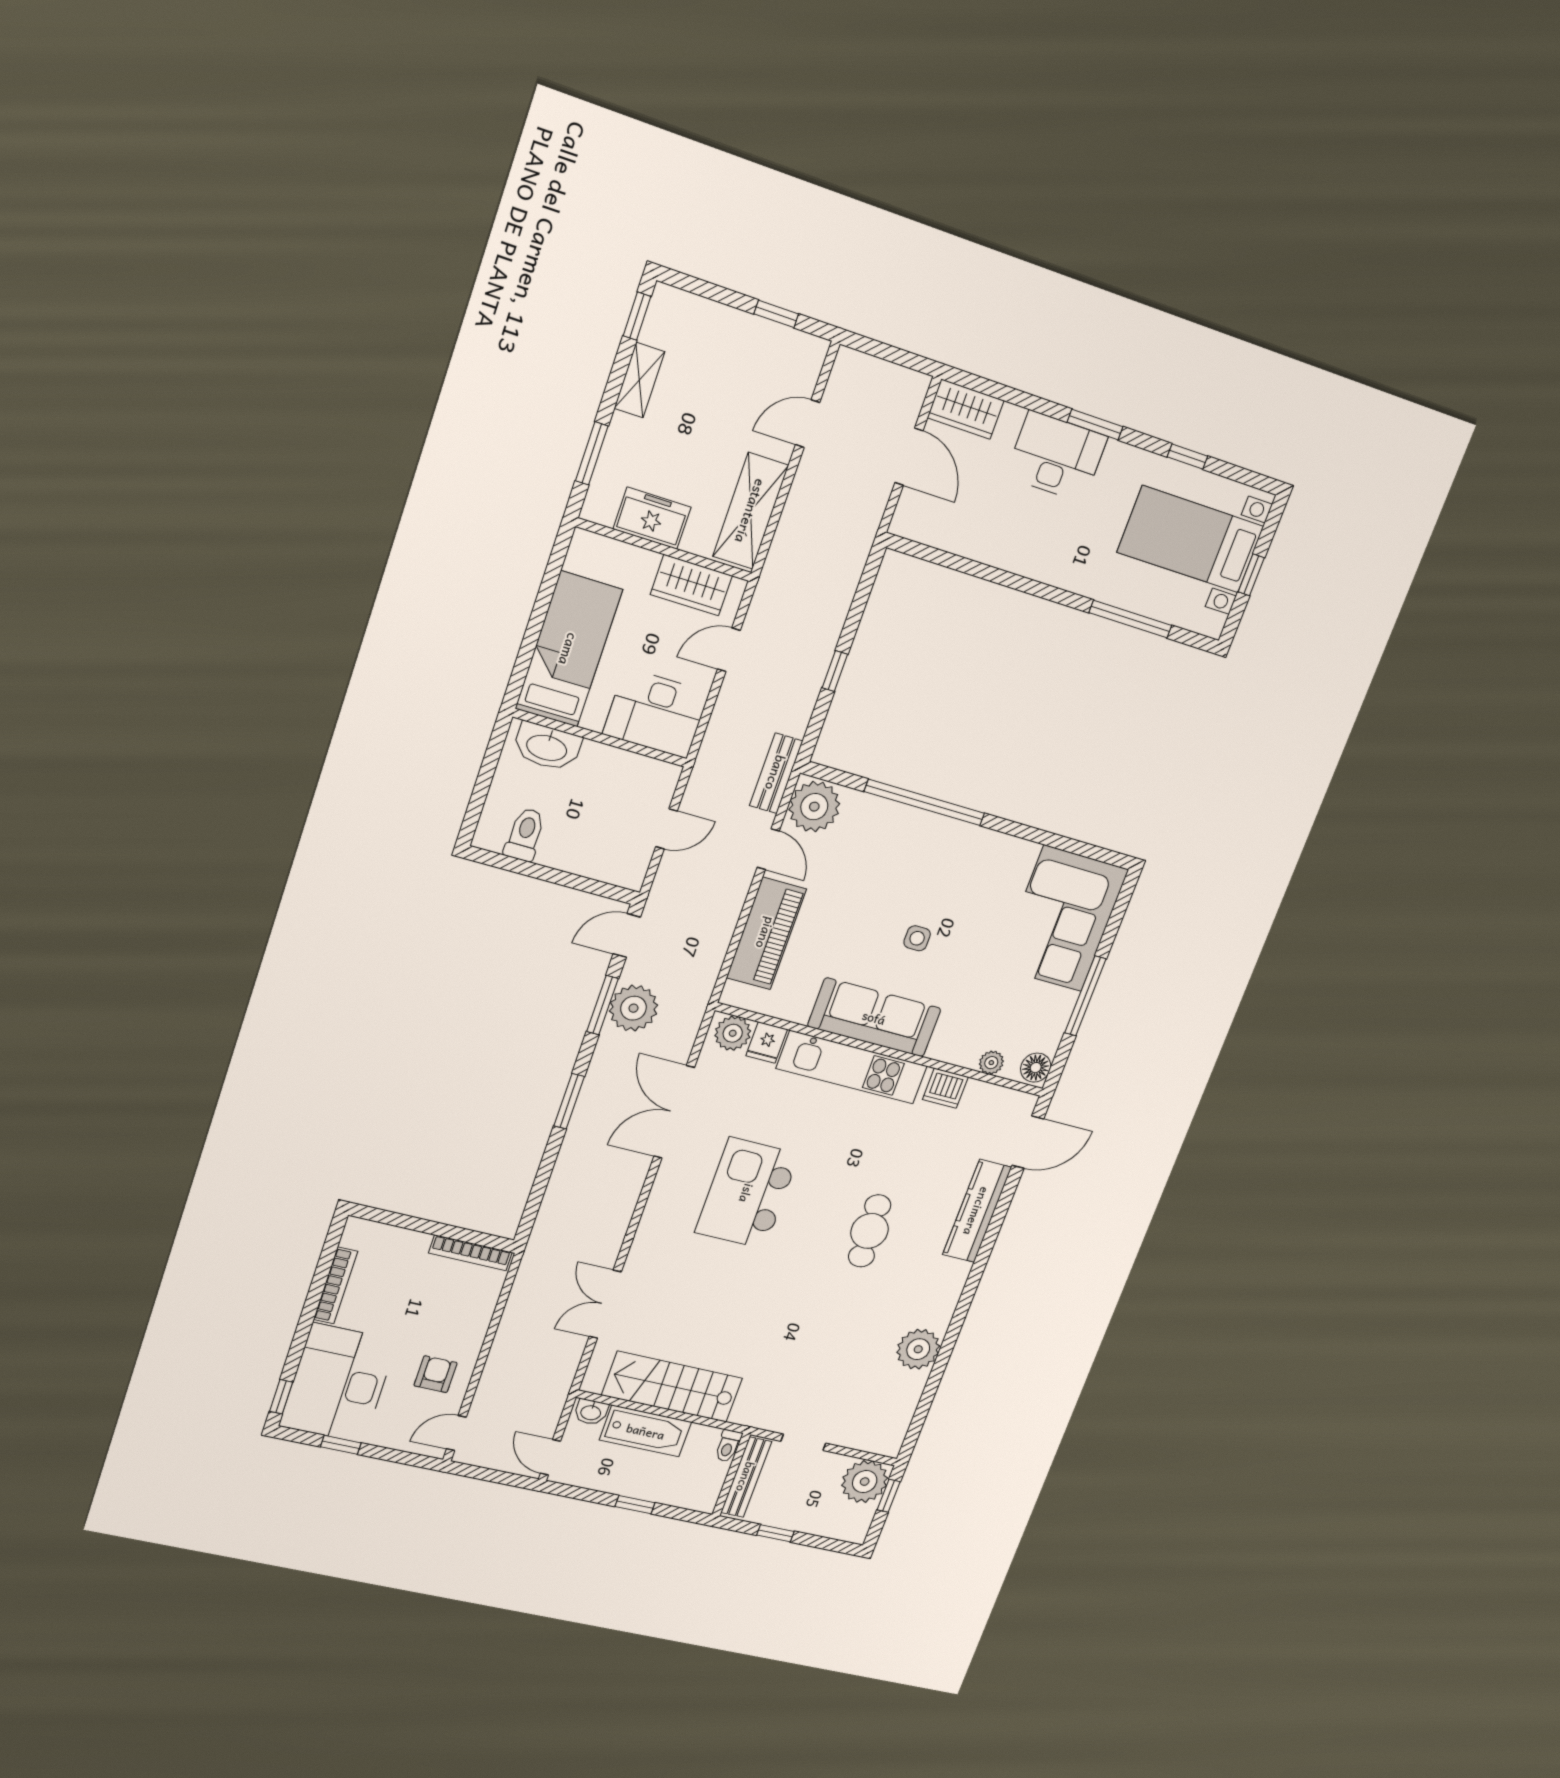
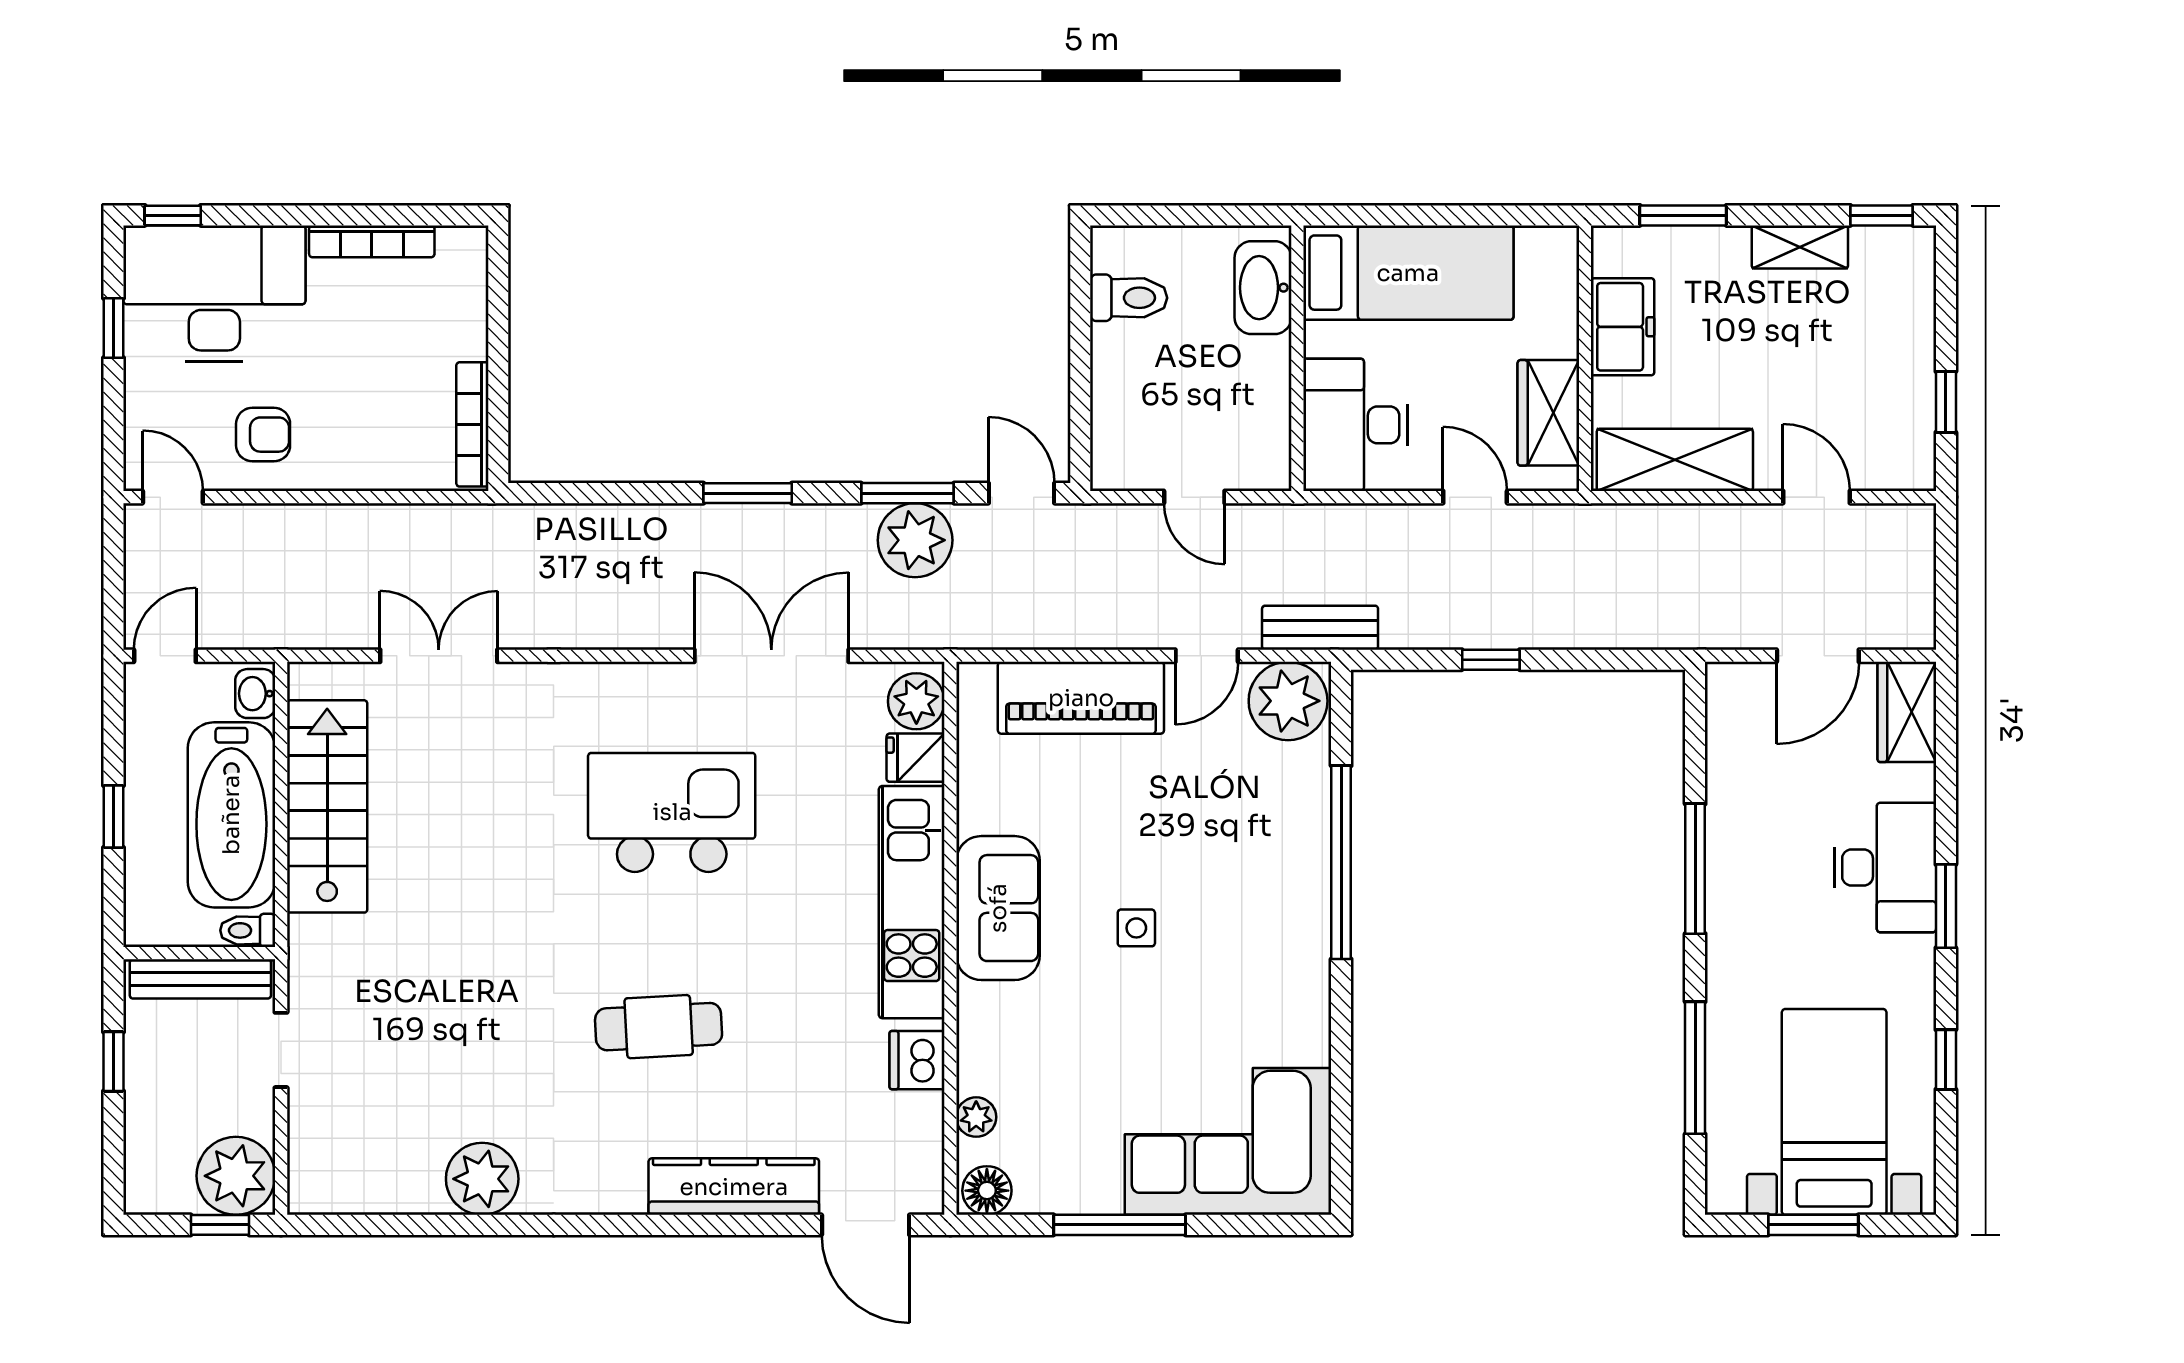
window: (1251, 575) -> (1813, 1225), width x1.50
window: (1011, 580) -> (1695, 869), added
sofa: (874, 1017) -> (998, 908), width x0.73
bathtub: (646, 1431) -> (231, 815), width x1.36, depth x1.36

